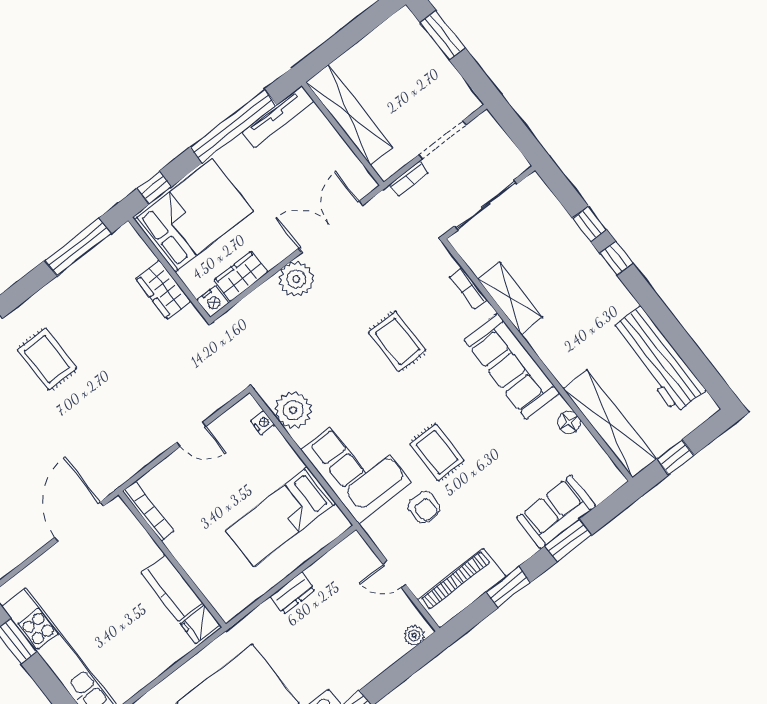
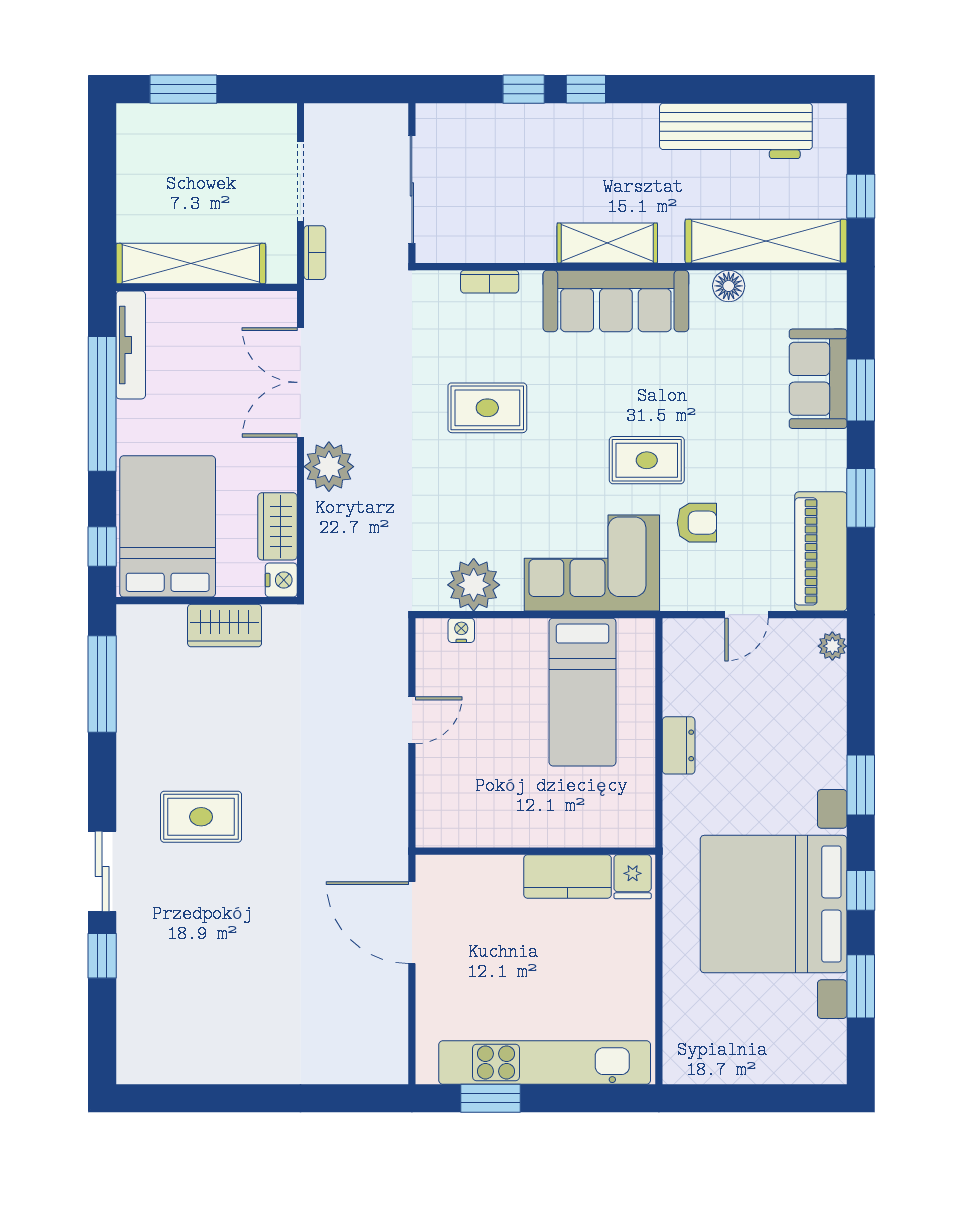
shelving: (510, 298) -> (607, 243), moved
bookcase: (148, 511) -> (460, 836), removed

